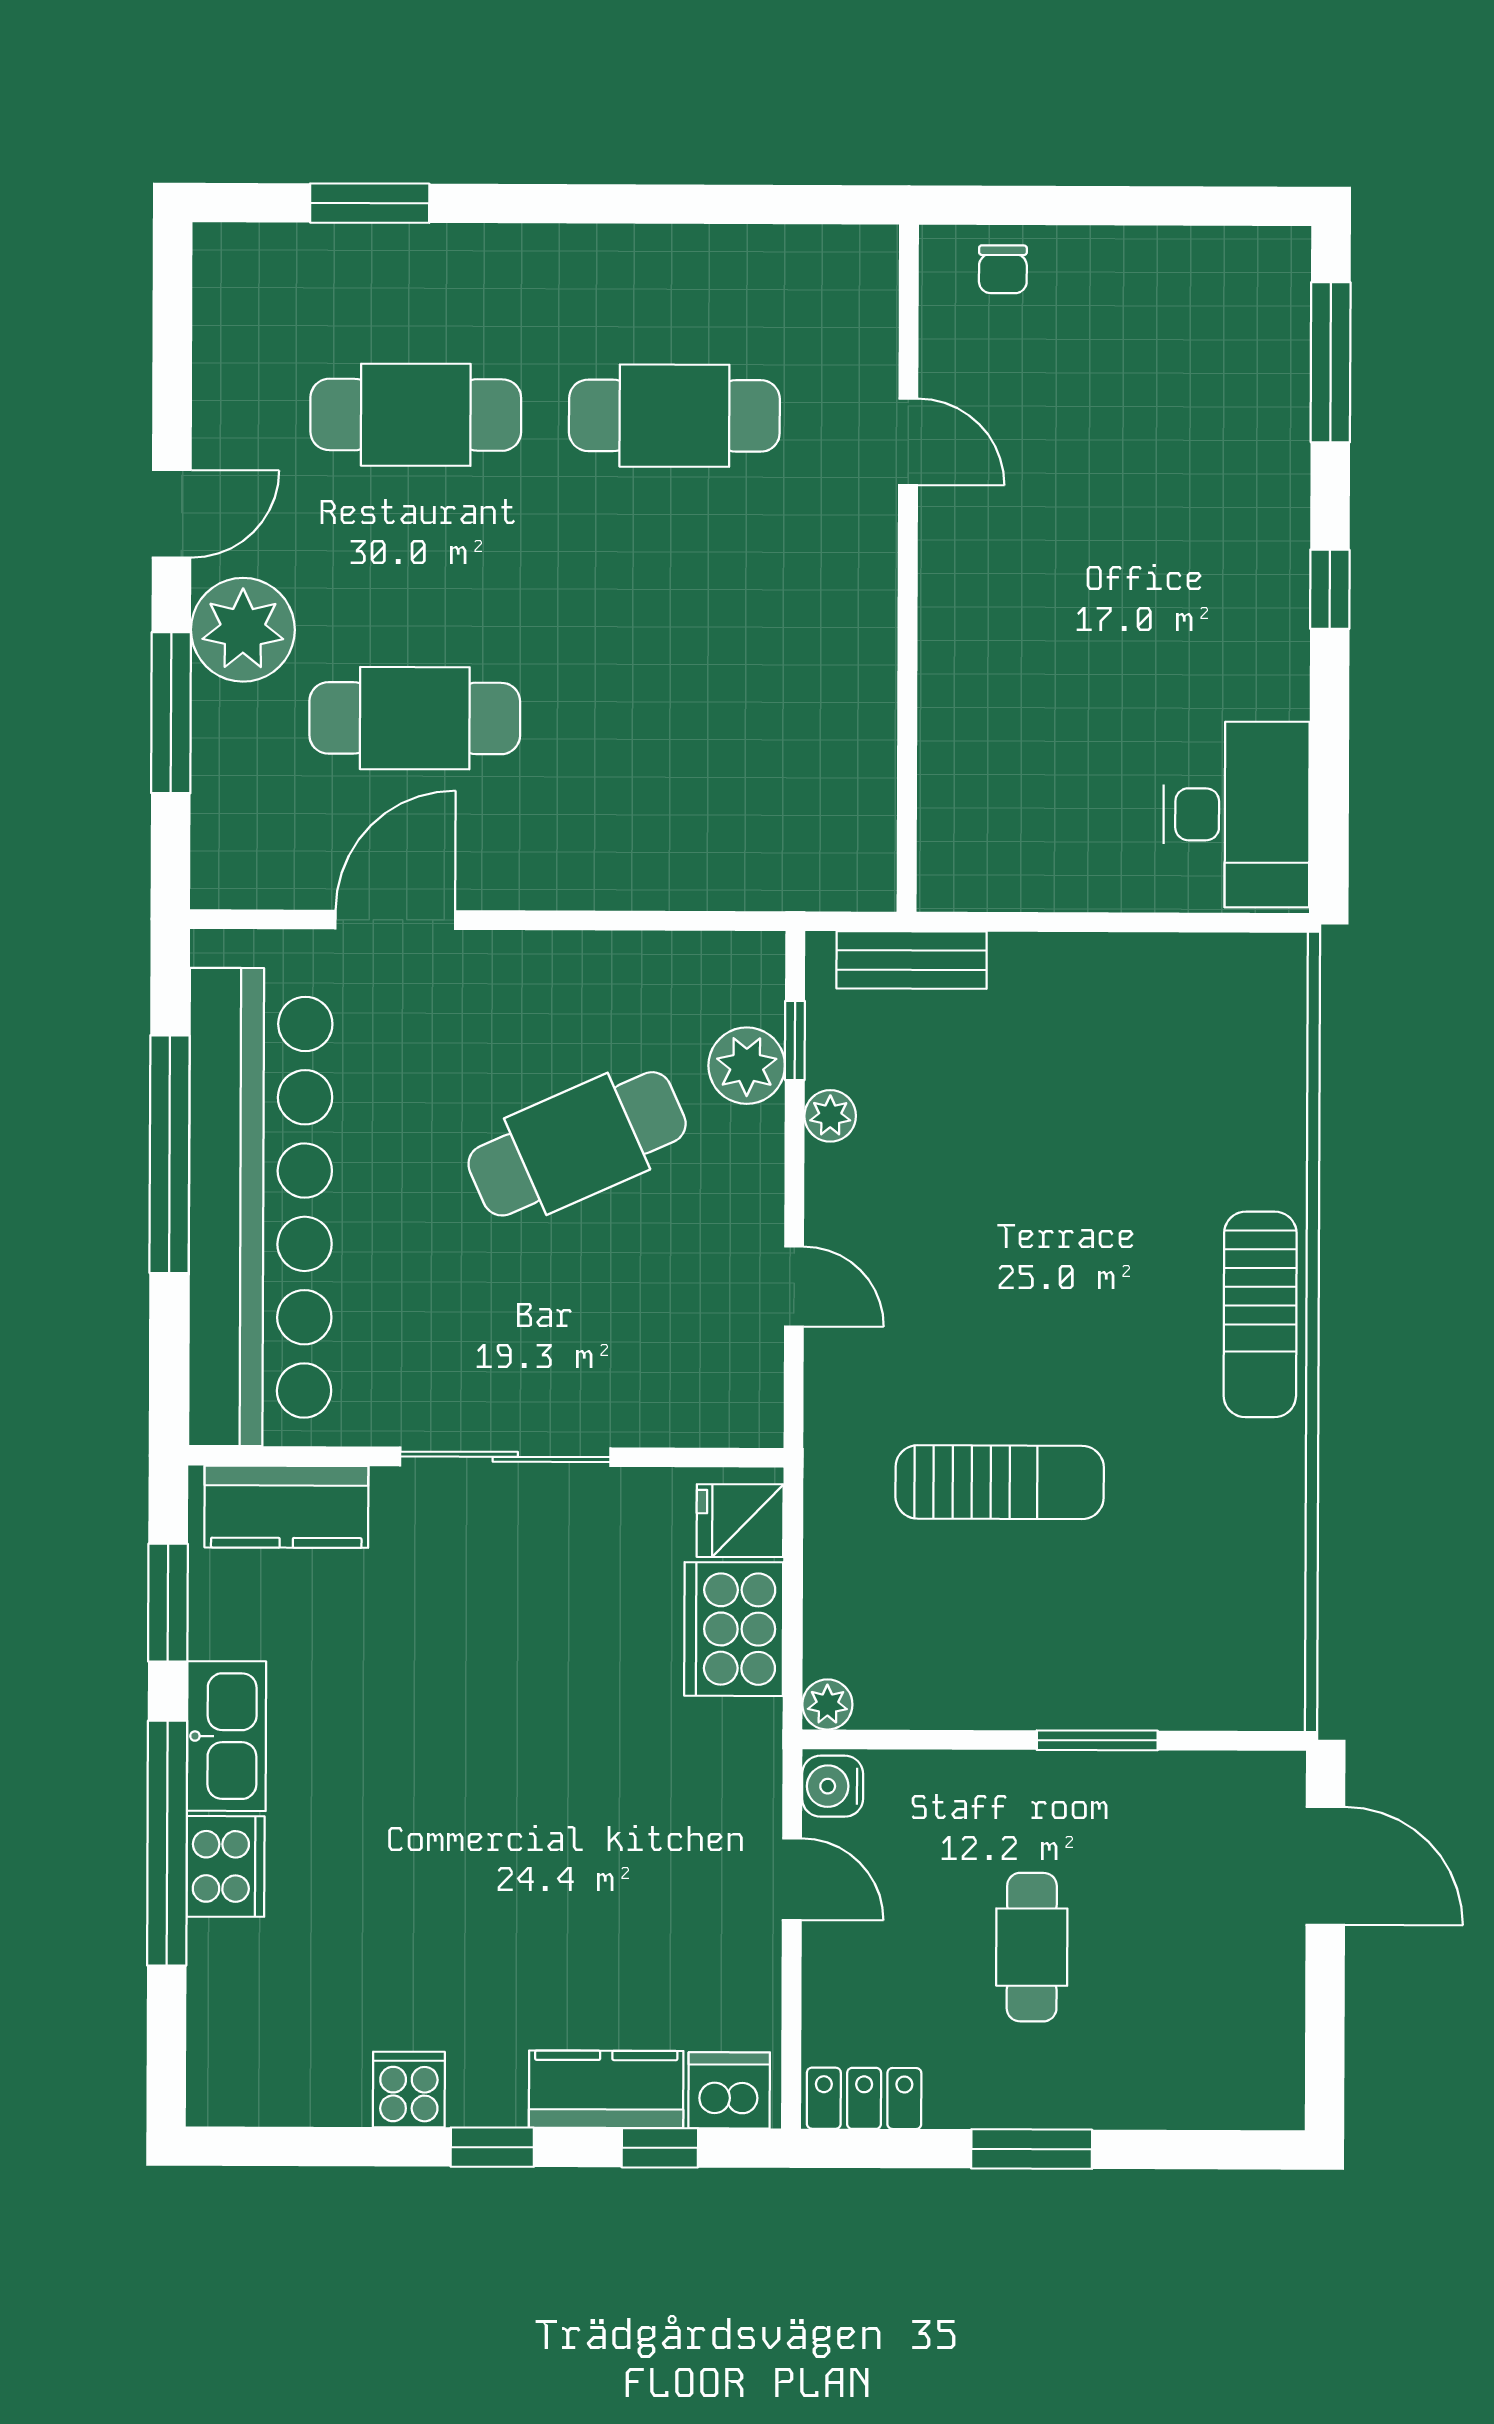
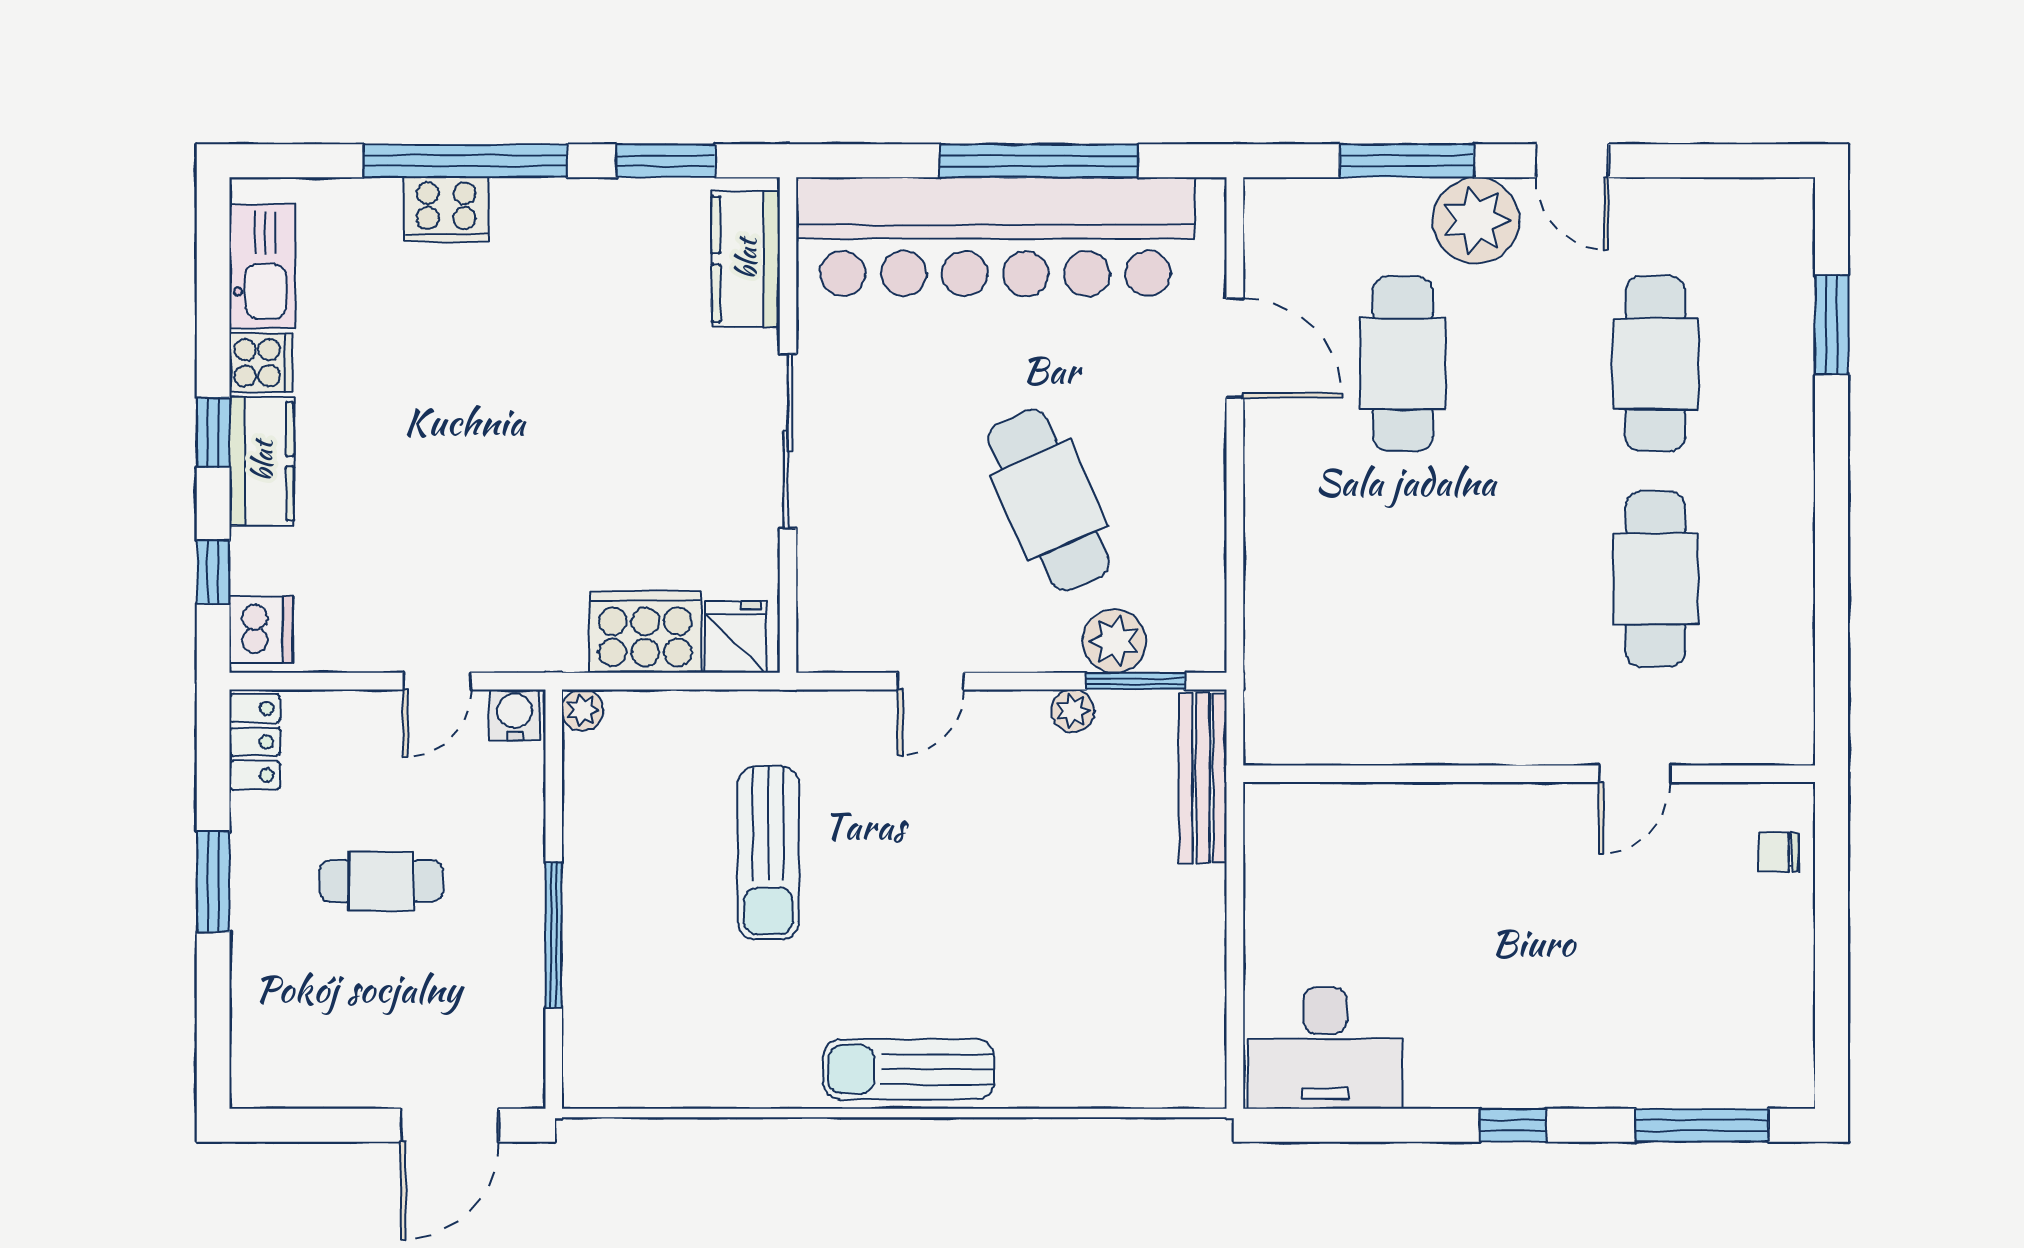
bench: (912, 960) -> (1203, 778), width x1.36
window: (795, 1040) -> (1136, 681), width x1.50
kitchen sink: (227, 1736) -> (262, 266), moved, turned -90
window: (1097, 1740) -> (554, 935), width x1.44
kitchen counter: (606, 2089) -> (262, 461), moved

